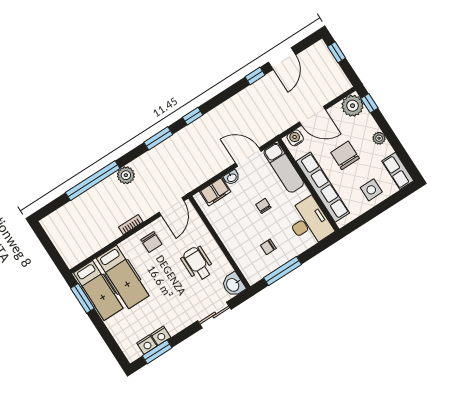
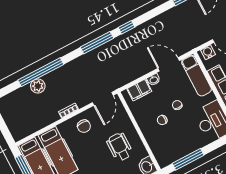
window: (158, 138) -> (97, 43), width x1.44
plant: (126, 175) -> (38, 86), moved
chair: (268, 247) -> (162, 120), moved

